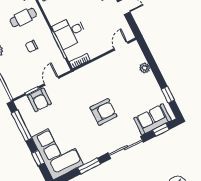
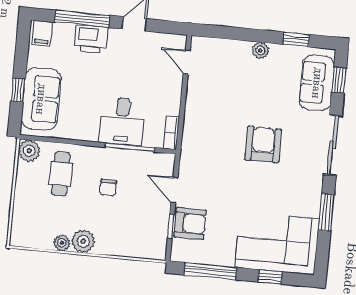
plant: (145, 68) -> (260, 50), moved

